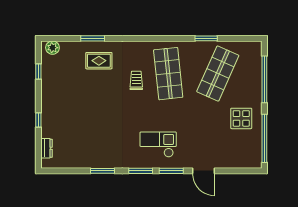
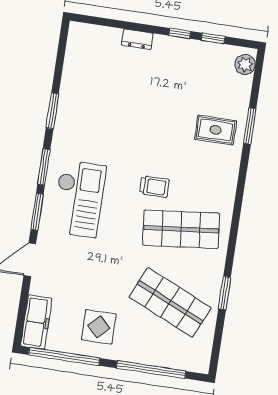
rug: (99, 61) -> (216, 130), turned 90
trolley: (136, 80) -> (154, 187), moved
window: (38, 120) -> (180, 33), moved
checkout: (158, 145) -> (79, 199), width x1.36, depth x1.21
dresser: (46, 148) -> (137, 39), moved
freezer: (244, 160) -> (36, 322), added

